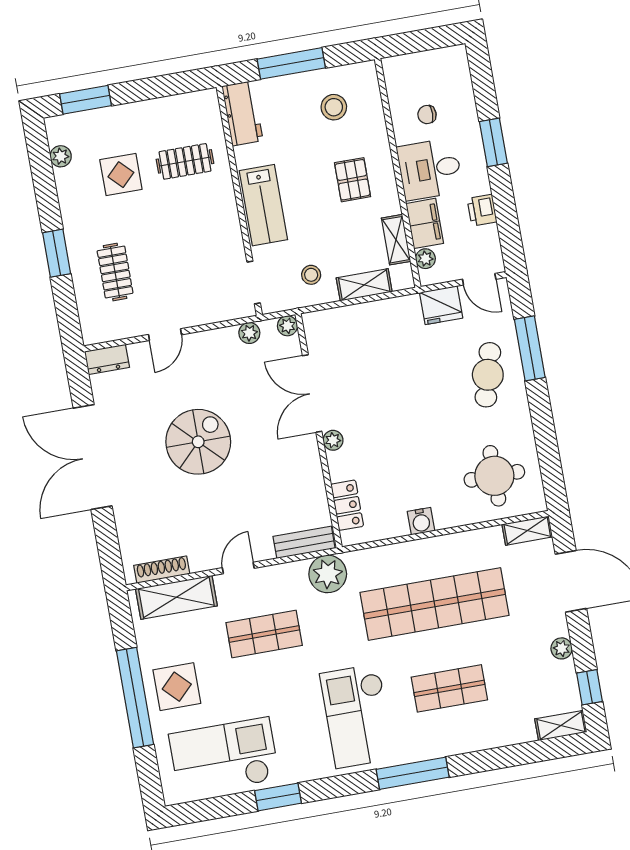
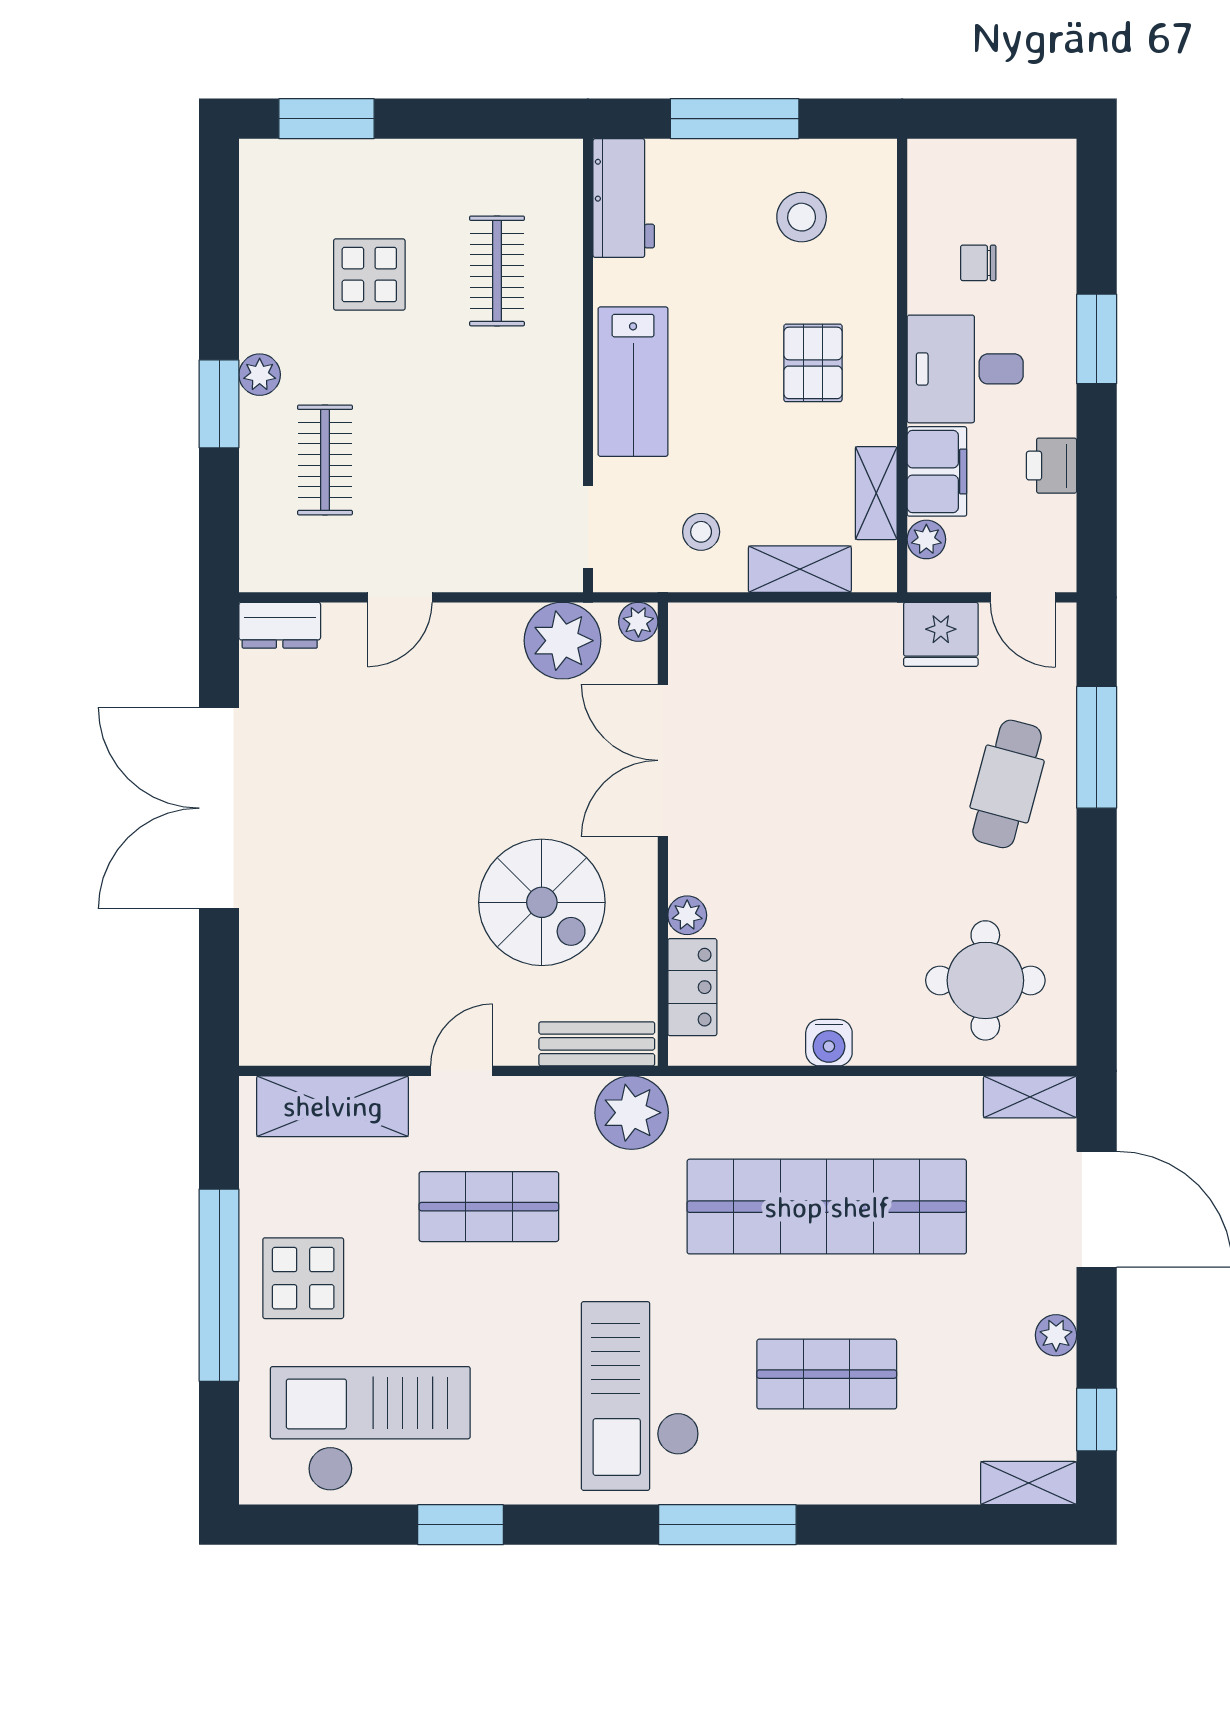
plant: (61, 156) -> (260, 375), moved
clothes rail: (185, 161) -> (497, 271), turned 90
plant: (249, 333) -> (563, 641), width x1.88, depth x1.88
plant: (333, 440) -> (687, 915), moved
spiral stairs: (198, 442) -> (542, 902), moved, turned 90
shoe rack: (162, 570) -> (314, 1048), removed

